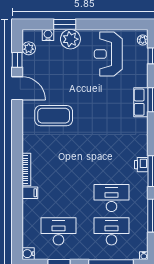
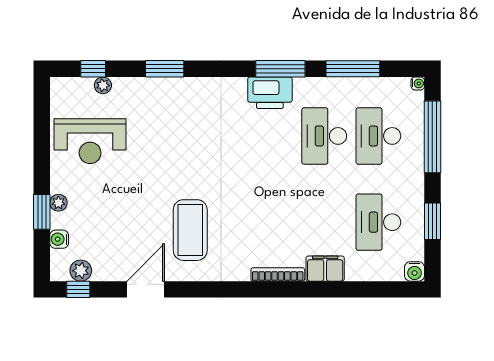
plant: (70, 39) -> (58, 203), width x0.53, depth x0.53
plant: (143, 40) -> (103, 85), moved
window: (17, 60) -> (78, 289), moved
row of seats: (141, 102) -> (168, 88), removed
printer: (141, 165) -> (270, 93), width x1.87, depth x1.48
filing cabinet: (30, 193) -> (325, 269), width x2.00

